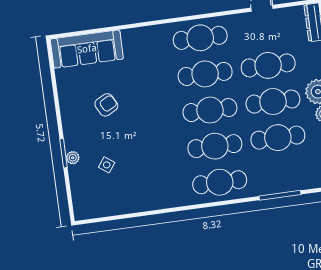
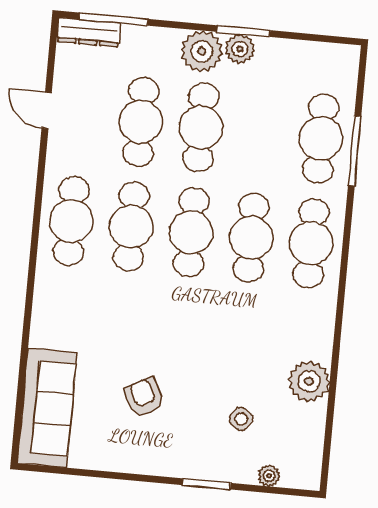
cafe table: (278, 138) -> (321, 139), moved
plant: (73, 158) -> (269, 476), moved
plant: (138, 200) -> (309, 381), added

